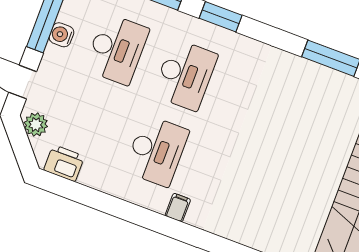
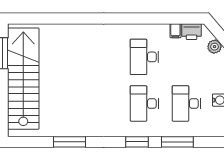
filing cabinet: (178, 208) -> (175, 31), moved

